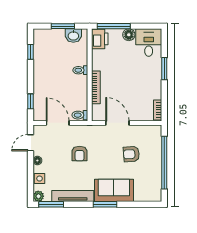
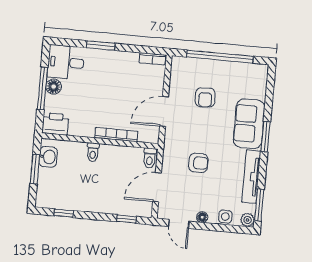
window: (114, 26) -> (42, 88), moved

